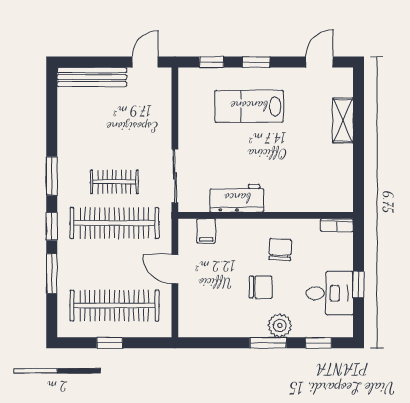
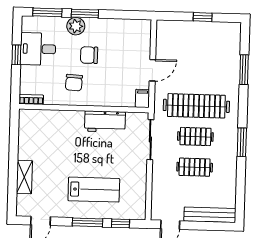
window: (256, 62) -> (87, 222), width x1.50
window: (52, 226) -> (243, 105), removed
filing cabinet: (206, 231) -> (142, 98), moved
door: (175, 269) -> (152, 70), hinge flipped
clothes rail: (114, 306) -> (195, 167), moved, width x0.54, depth x0.76
window: (318, 343) -> (47, 12), width x1.50

